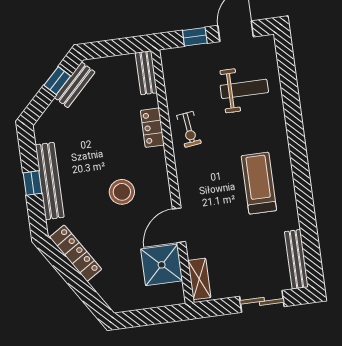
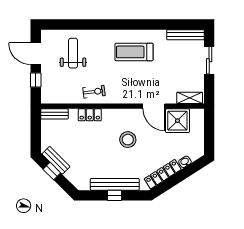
washbasin: (99, 285) -> (185, 162), added

